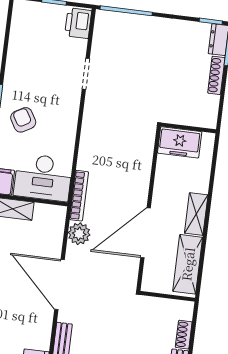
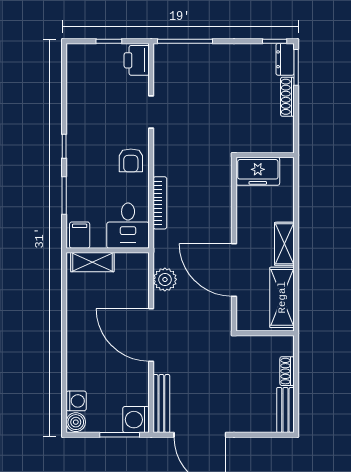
armchair: (23, 120) -> (131, 160), moved, turned -150
desk: (43, 177) -> (128, 226), width x0.73
bookcase: (79, 196) -> (160, 203), moved
door: (145, 233) -> (234, 270), hinge flipped

